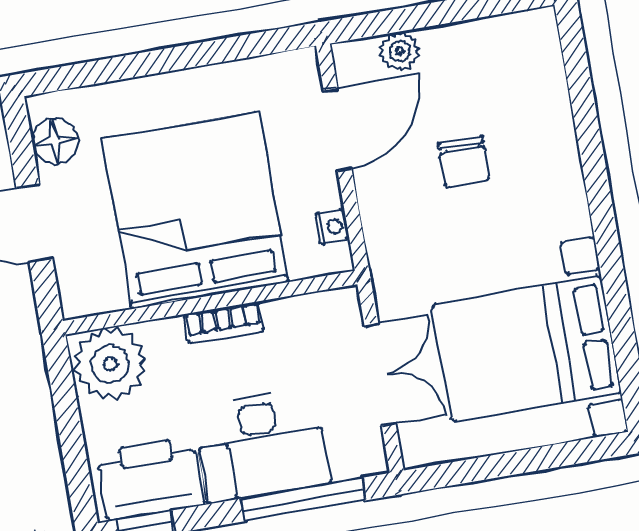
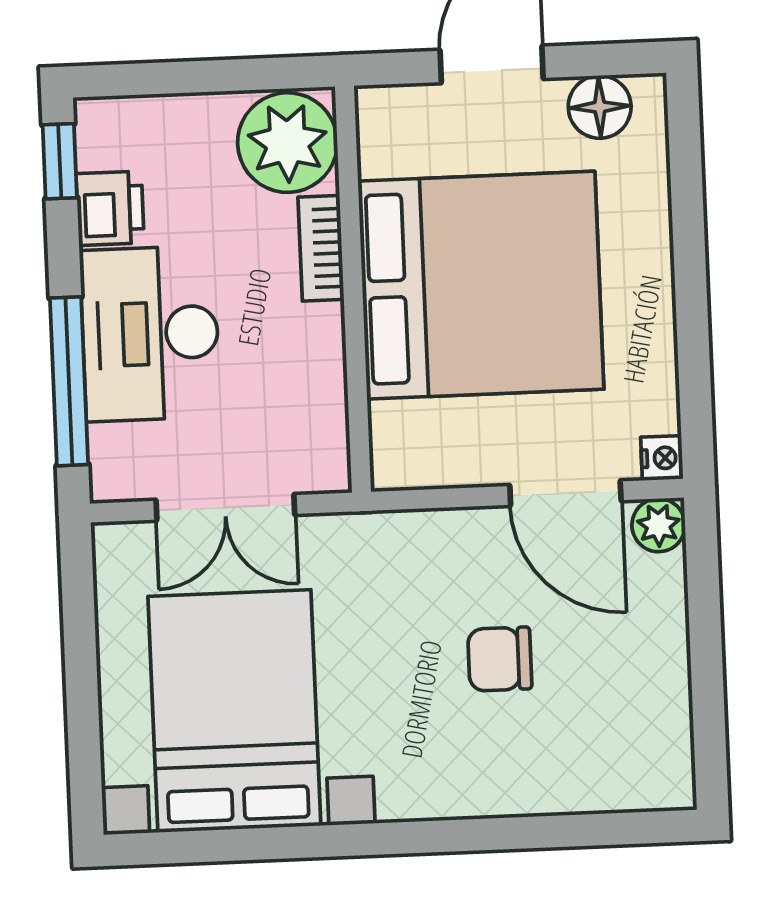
plant: (400, 51) -> (659, 525), moved
nightstand: (332, 227) -> (662, 458), moved, turned -90
bookcase: (224, 323) -> (321, 248), moved
printer: (150, 479) -> (110, 208), width x0.53, depth x0.68

